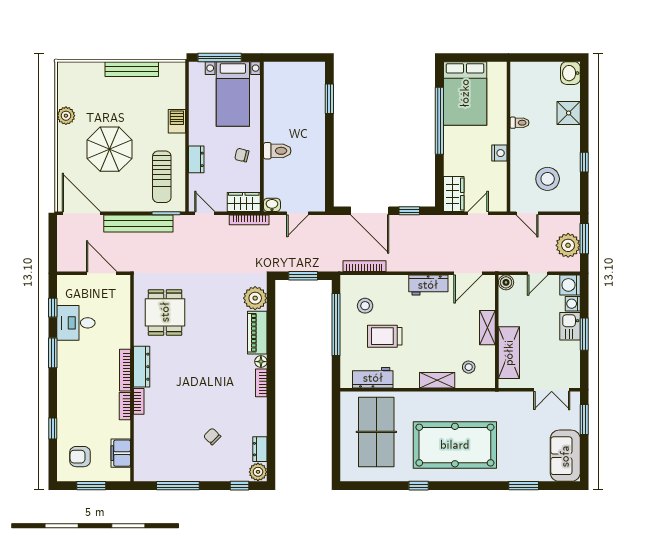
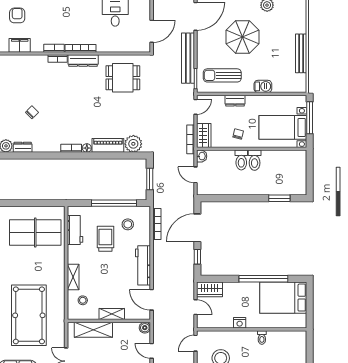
toilet: (278, 133) -> (255, 160), added
workbench: (428, 285) -> (143, 265), width x1.38
pool table: (455, 445) -> (29, 315), moved

